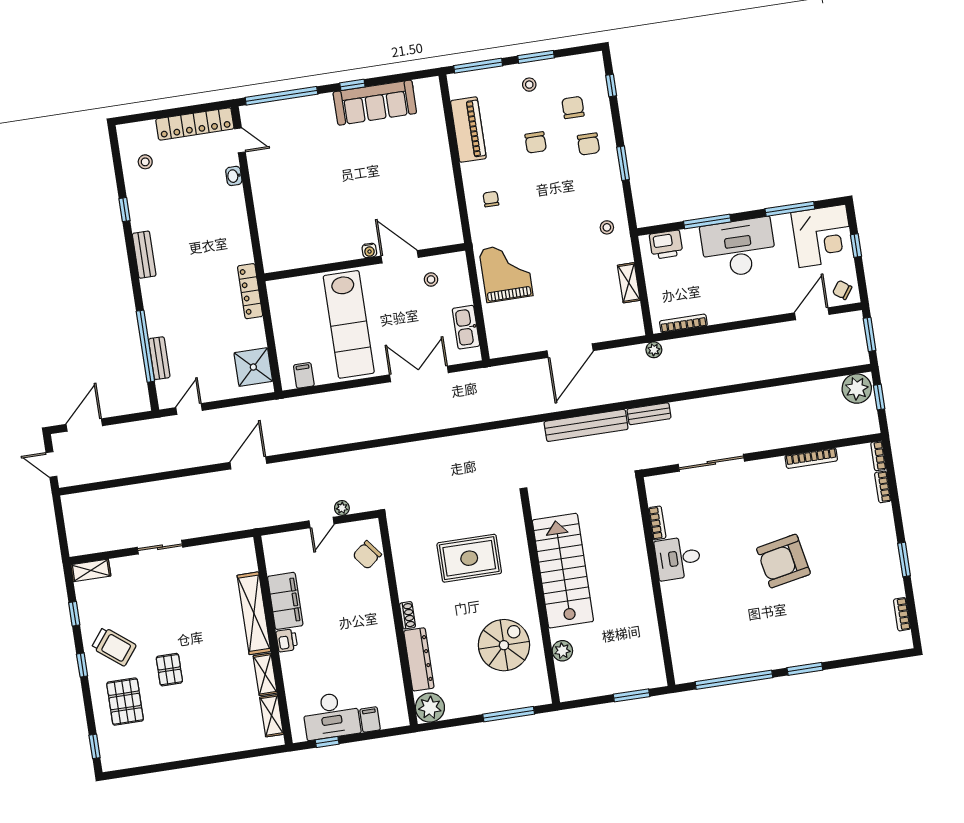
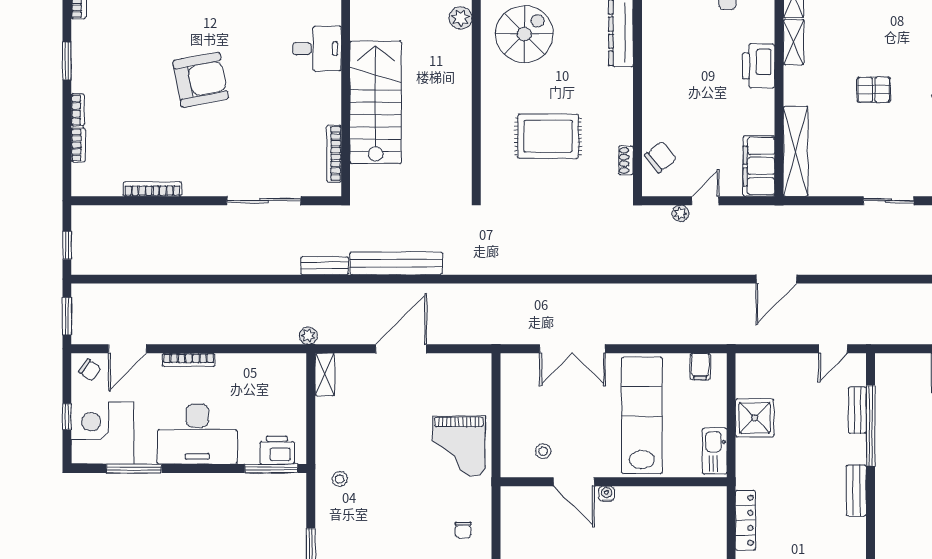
window: (707, 221) -> (271, 469), moved
bench: (144, 255) -> (856, 490), moved
shelving: (629, 283) -> (325, 375), moved
locker: (250, 291) -> (745, 520), moved
bookcase: (683, 323) -> (189, 360), moved
kitchen sink: (466, 327) -> (715, 451), moved, turned 180
shower: (253, 367) -> (755, 418), moved
plant: (857, 389) -> (90, 258), removed
bookcase: (878, 456) -> (78, 110), moved
bookcase: (657, 523) -> (334, 154), width x1.56
desk: (678, 558) -> (317, 49), moved
stairs: (563, 571) -> (376, 102), moved, turned 180
filing cabinet: (285, 601) -> (759, 166), moved
shelving: (254, 613) -> (796, 151), moved
shoe rack: (408, 615) -> (626, 160), moved
printer: (287, 640) -> (759, 66), width x1.87, depth x1.48
spiral stairs: (504, 645) -> (524, 34), turned 180
pallet: (169, 670) -> (874, 90), moved, turned 90

